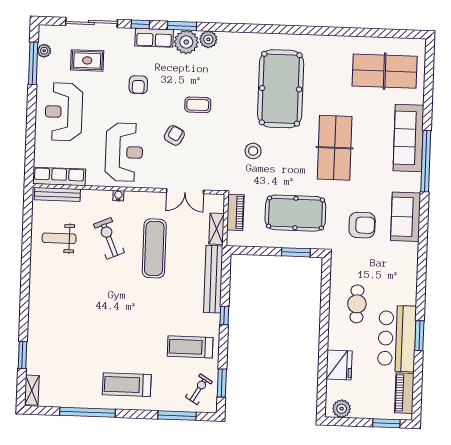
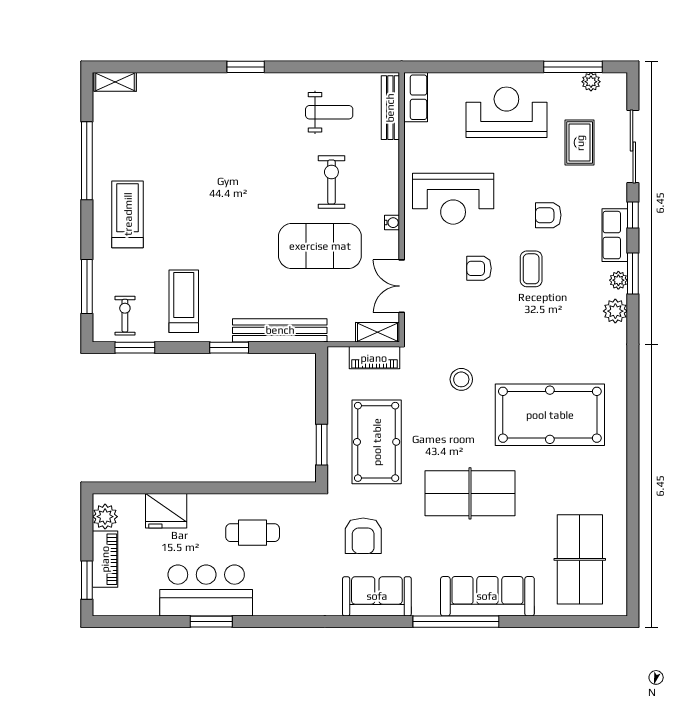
plant: (186, 42) -> (618, 280), width x0.53, depth x0.53
coffee table: (198, 105) -> (531, 269), moved
armchair: (174, 135) -> (479, 268), turned 152
row of seats: (59, 176) -> (416, 97), width x0.68
water cooler: (118, 196) -> (392, 223), moved
shelving: (217, 229) -> (378, 332), moved
weight bench: (59, 238) -> (329, 112), turned 90
exercise bike: (109, 238) -> (331, 182), turned -67
exercise mat: (154, 248) -> (320, 246), width x1.47
window: (224, 316) -> (229, 348), width x1.50
window: (22, 355) -> (246, 67), moved
exercise bike: (199, 389) -> (125, 316), turned -121
piano: (404, 393) -> (105, 559), moved, turned 90

